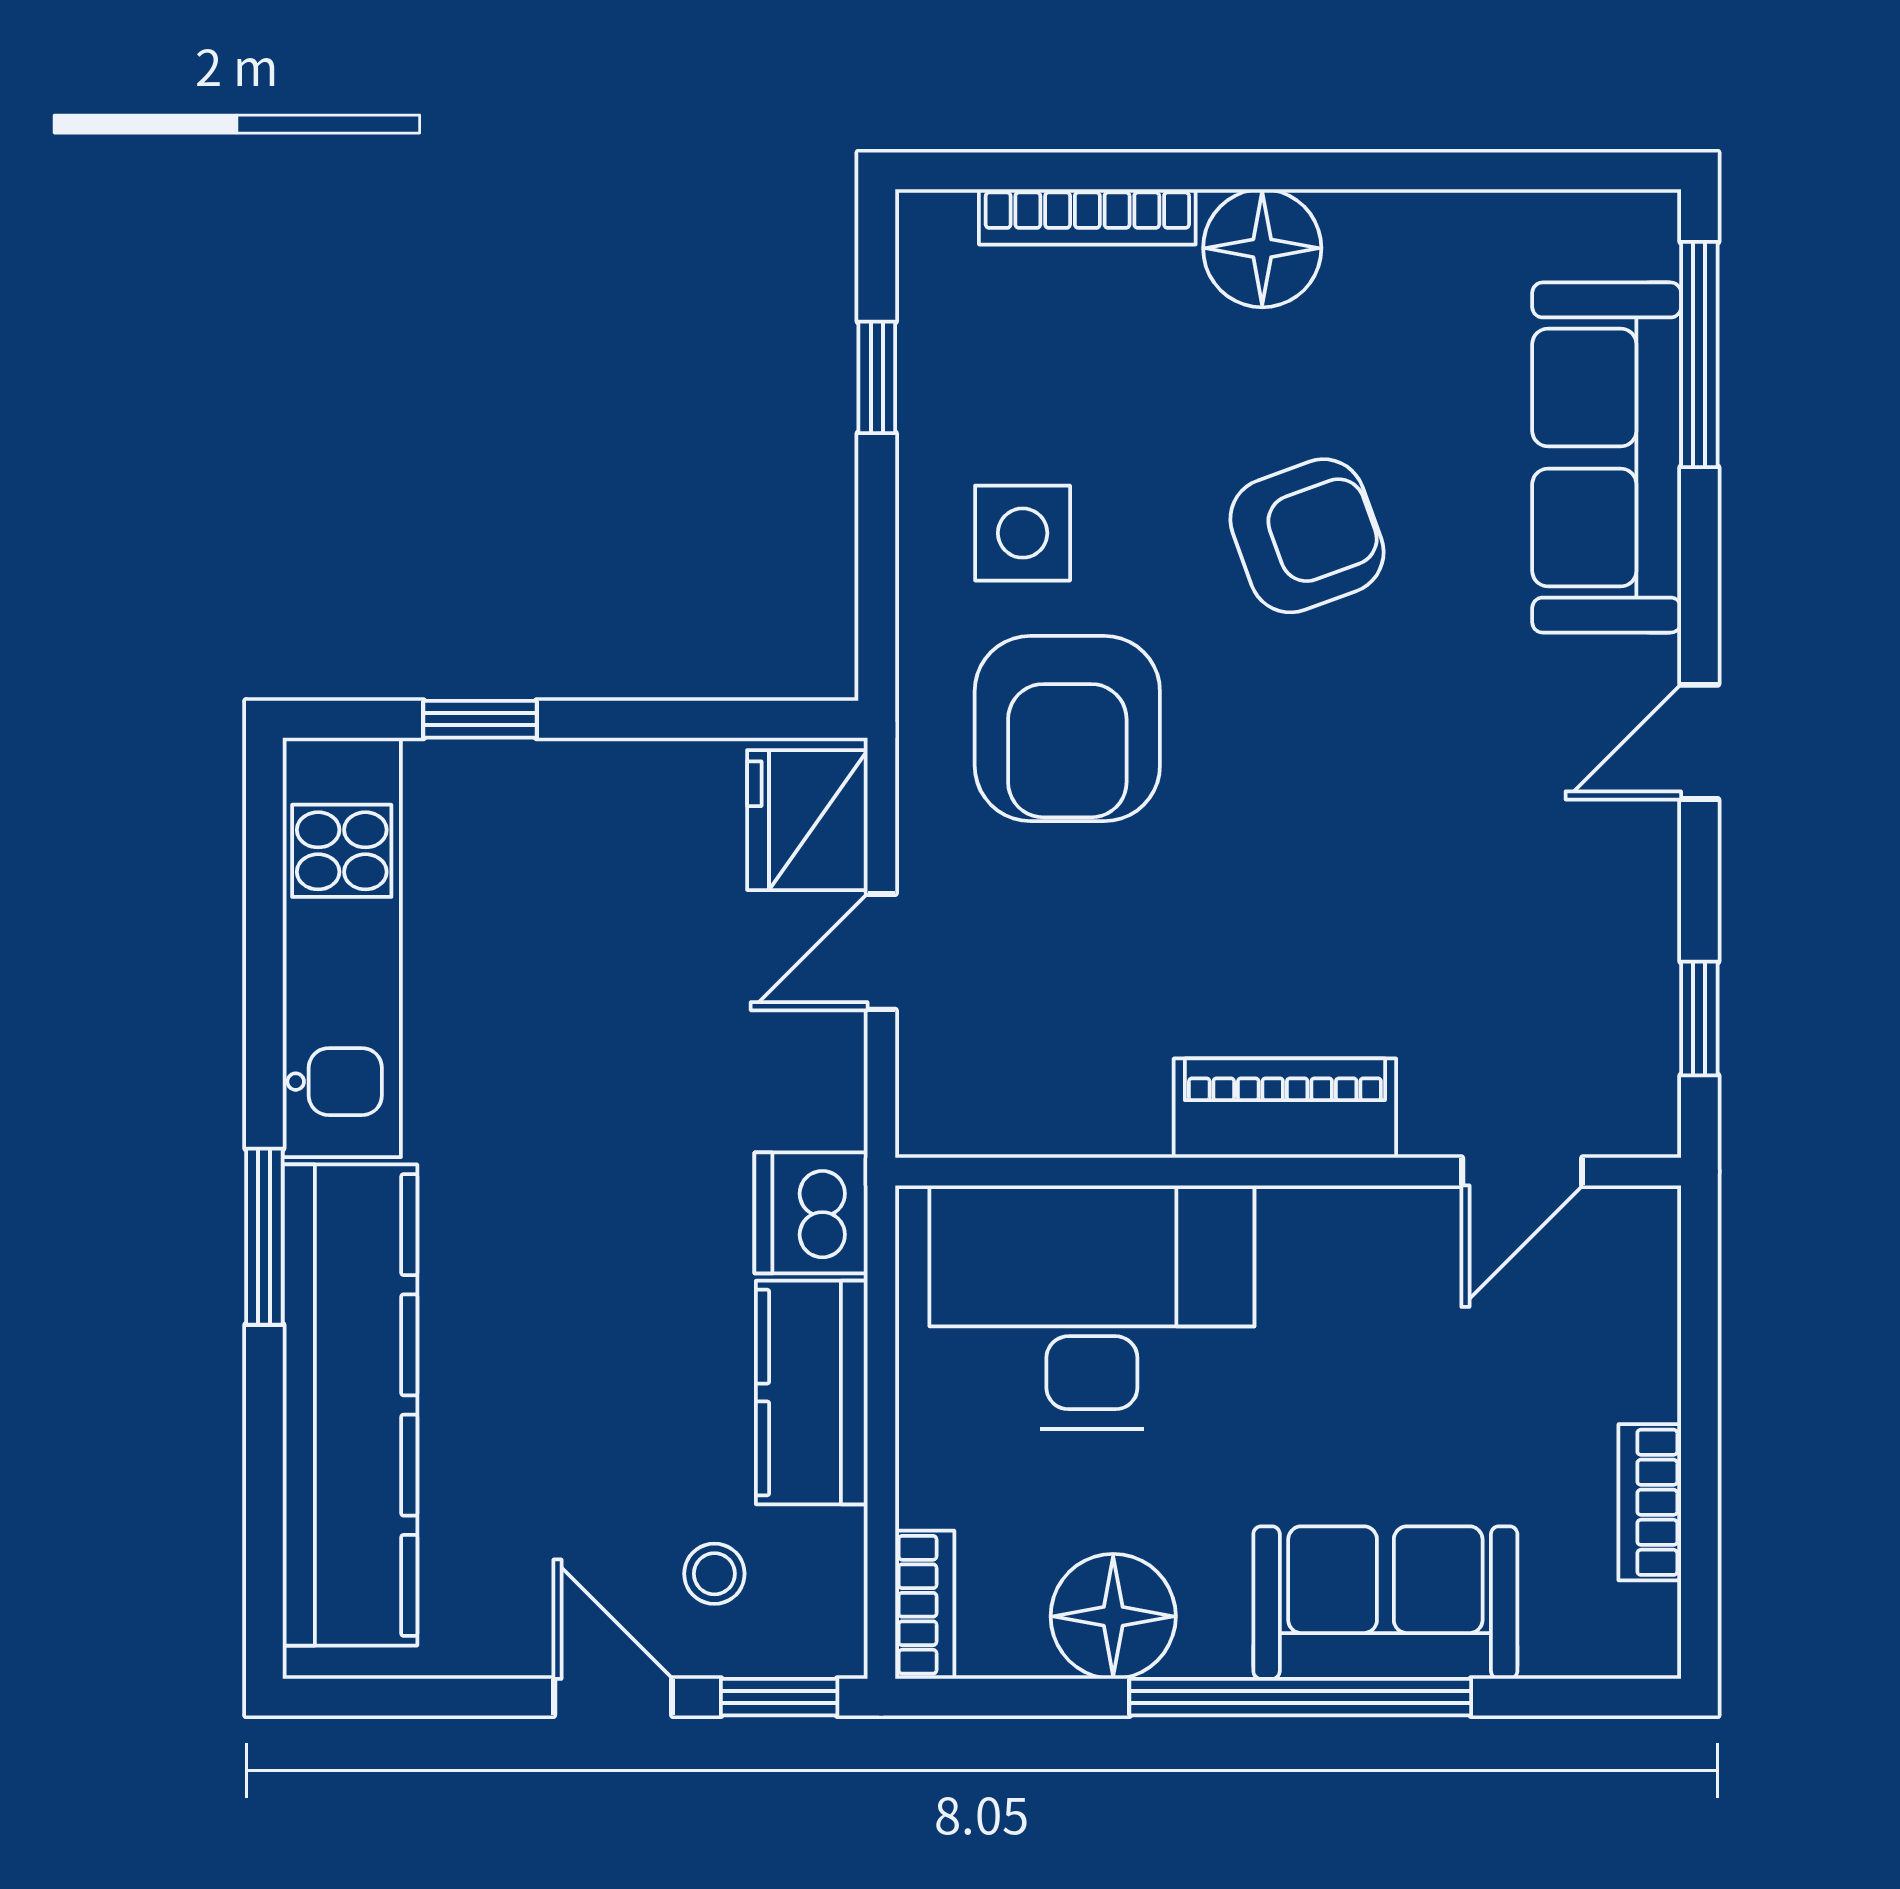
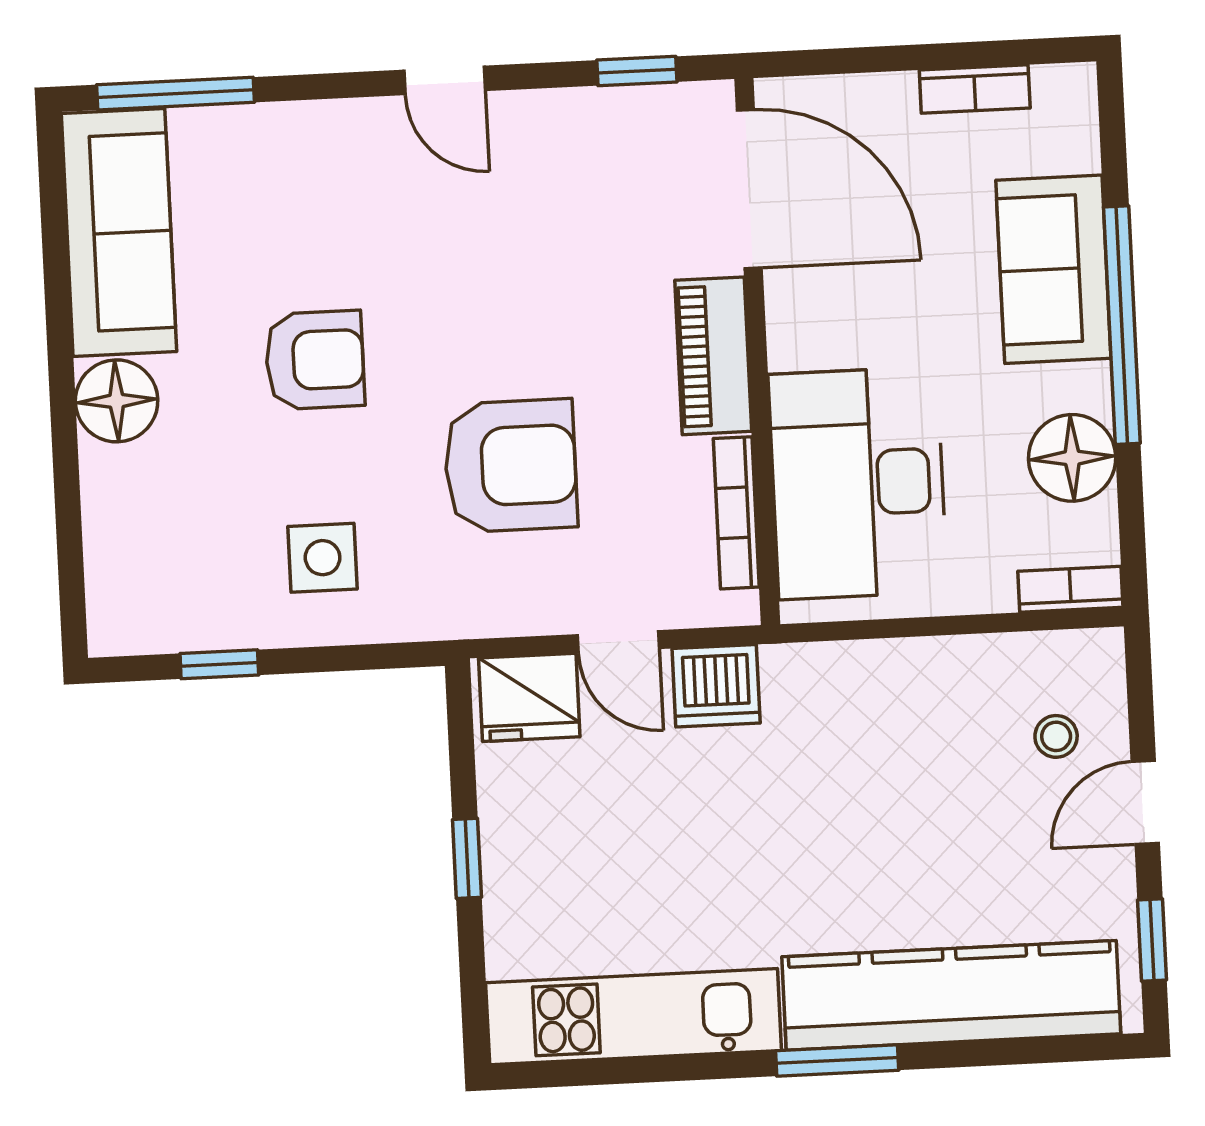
bookcase: (1087, 217) -> (736, 513), moved, turned 180
sofa: (1607, 458) -> (119, 233), moved, turned -90
armchair: (1307, 536) -> (315, 360), turned 110
window: (480, 719) -> (467, 858), moved
armchair: (1067, 728) -> (511, 466), moved
door: (1522, 1172) -> (749, 189), width x1.88
dishwasher: (811, 1213) -> (716, 686), moved
kitchen counter: (812, 1393) -> (927, 675), removed
window: (779, 1697) -> (1152, 940), moved

